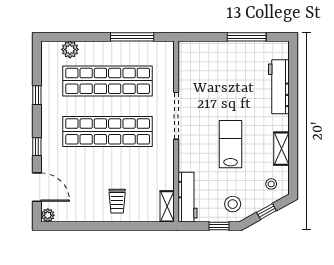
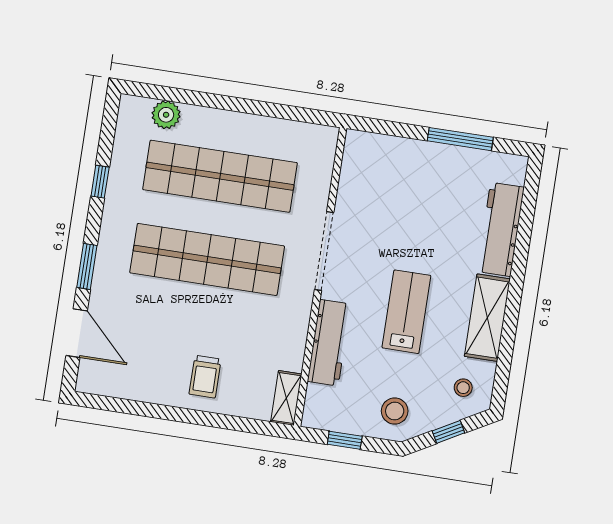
window: (132, 37) -> (272, 110), removed
window: (37, 147) -> (87, 266), width x1.50
shelving: (282, 149) -> (487, 318), width x1.50, depth x1.33
workbench: (187, 197) -> (329, 343), moved
plant: (48, 215) -> (87, 382), removed
window: (219, 226) -> (345, 440), moved

